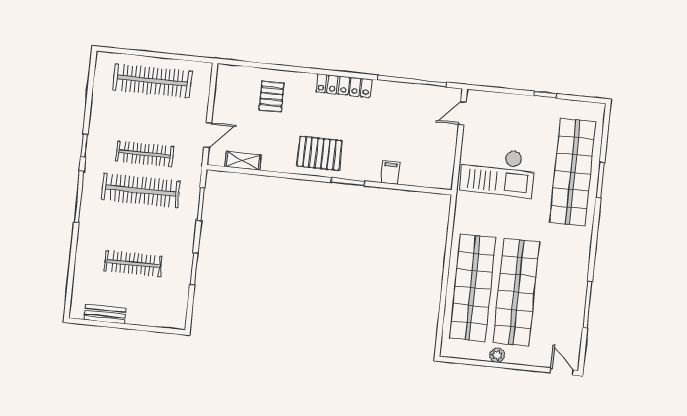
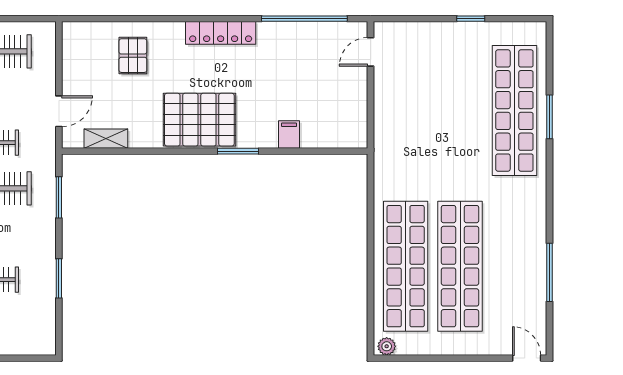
pallet: (320, 153) -> (199, 120), width x1.37, depth x1.41
checkout: (498, 172) -> (422, 120), removed
plant: (497, 355) -> (387, 346), moved

